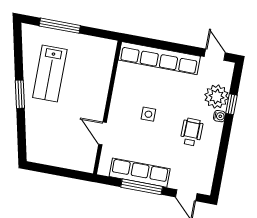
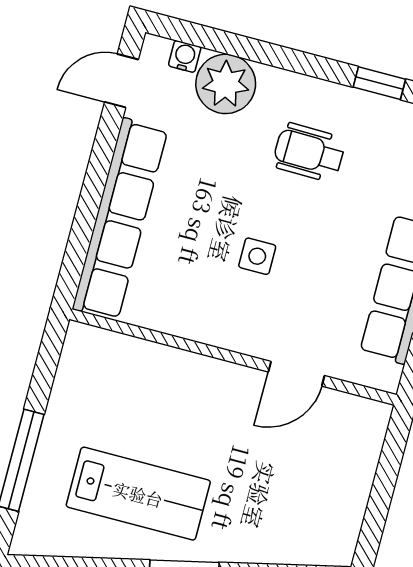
window: (231, 104) -> (379, 83), moved
water cooler: (219, 116) -> (185, 56), moved

